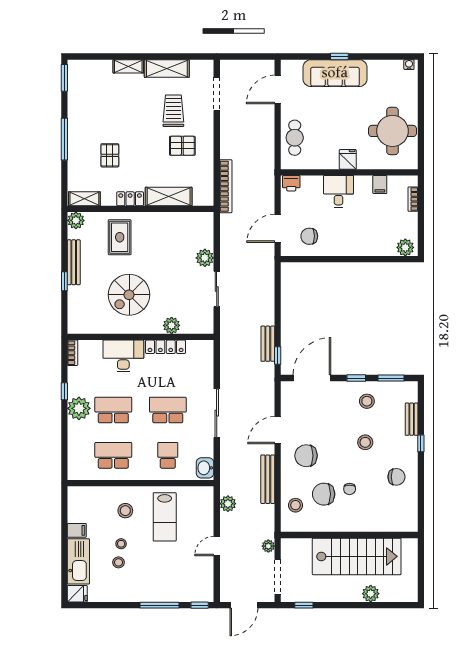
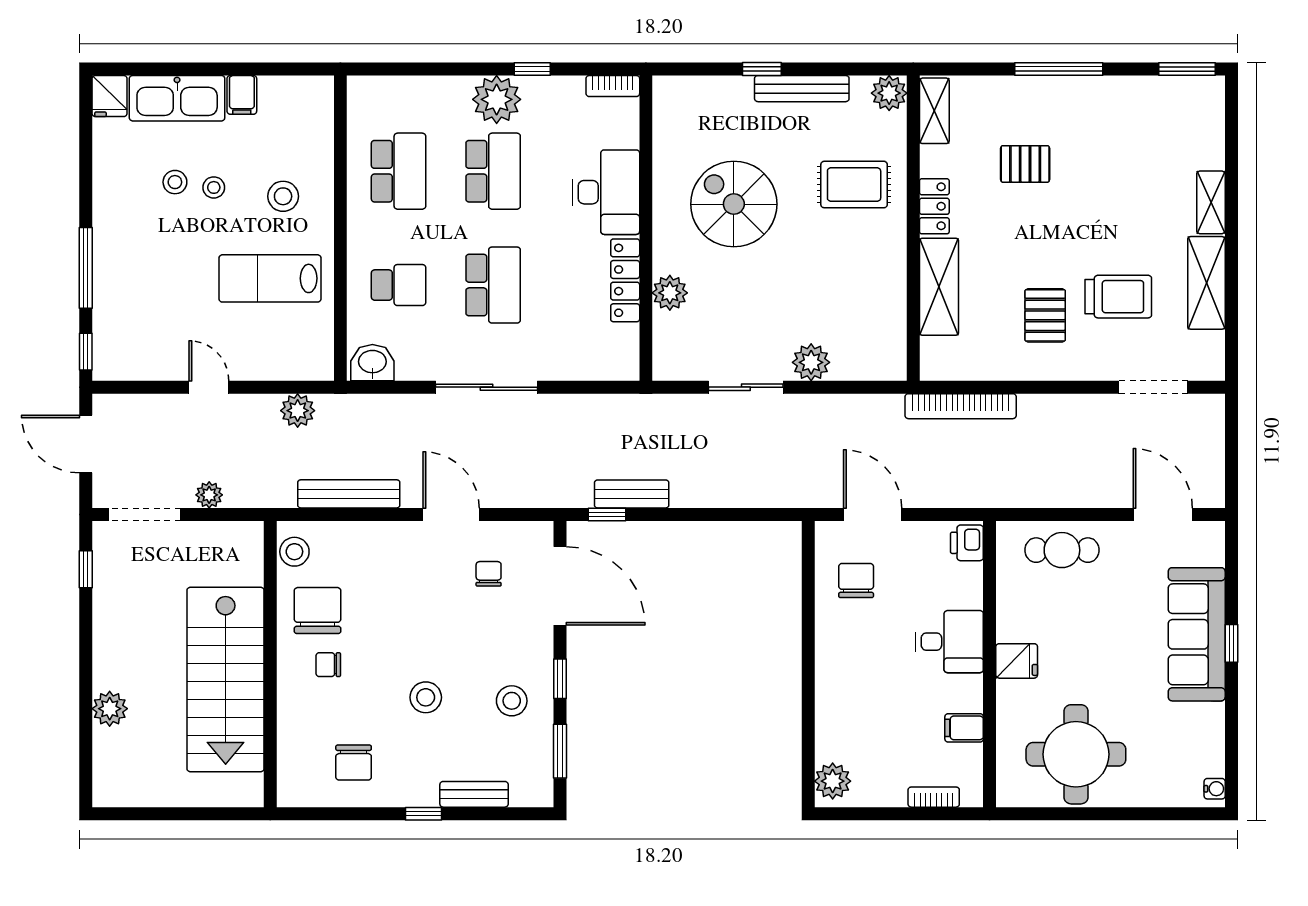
chair: (306, 456) -> (489, 574), moved, width x0.54, depth x0.54
wall: (349, 535) -> (270, 664), moved
stairs: (357, 556) -> (226, 680), moved

